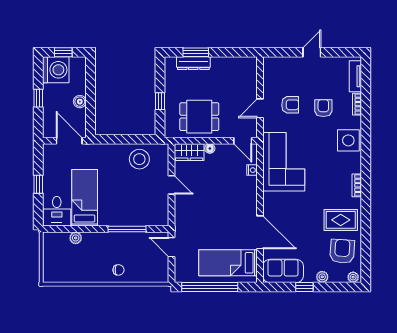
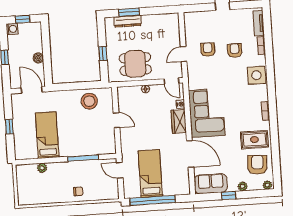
washing machine: (56, 70) -> (12, 29), width x0.53, depth x0.53
armchair: (290, 105) -> (208, 50), turned -90
wardrobe: (189, 152) -> (179, 121), moved, turned 90
corner sofa: (284, 162) -> (207, 113), moved
desk: (57, 211) -> (26, 147), removed
bed: (228, 263) -> (150, 174), moved, turned 90

